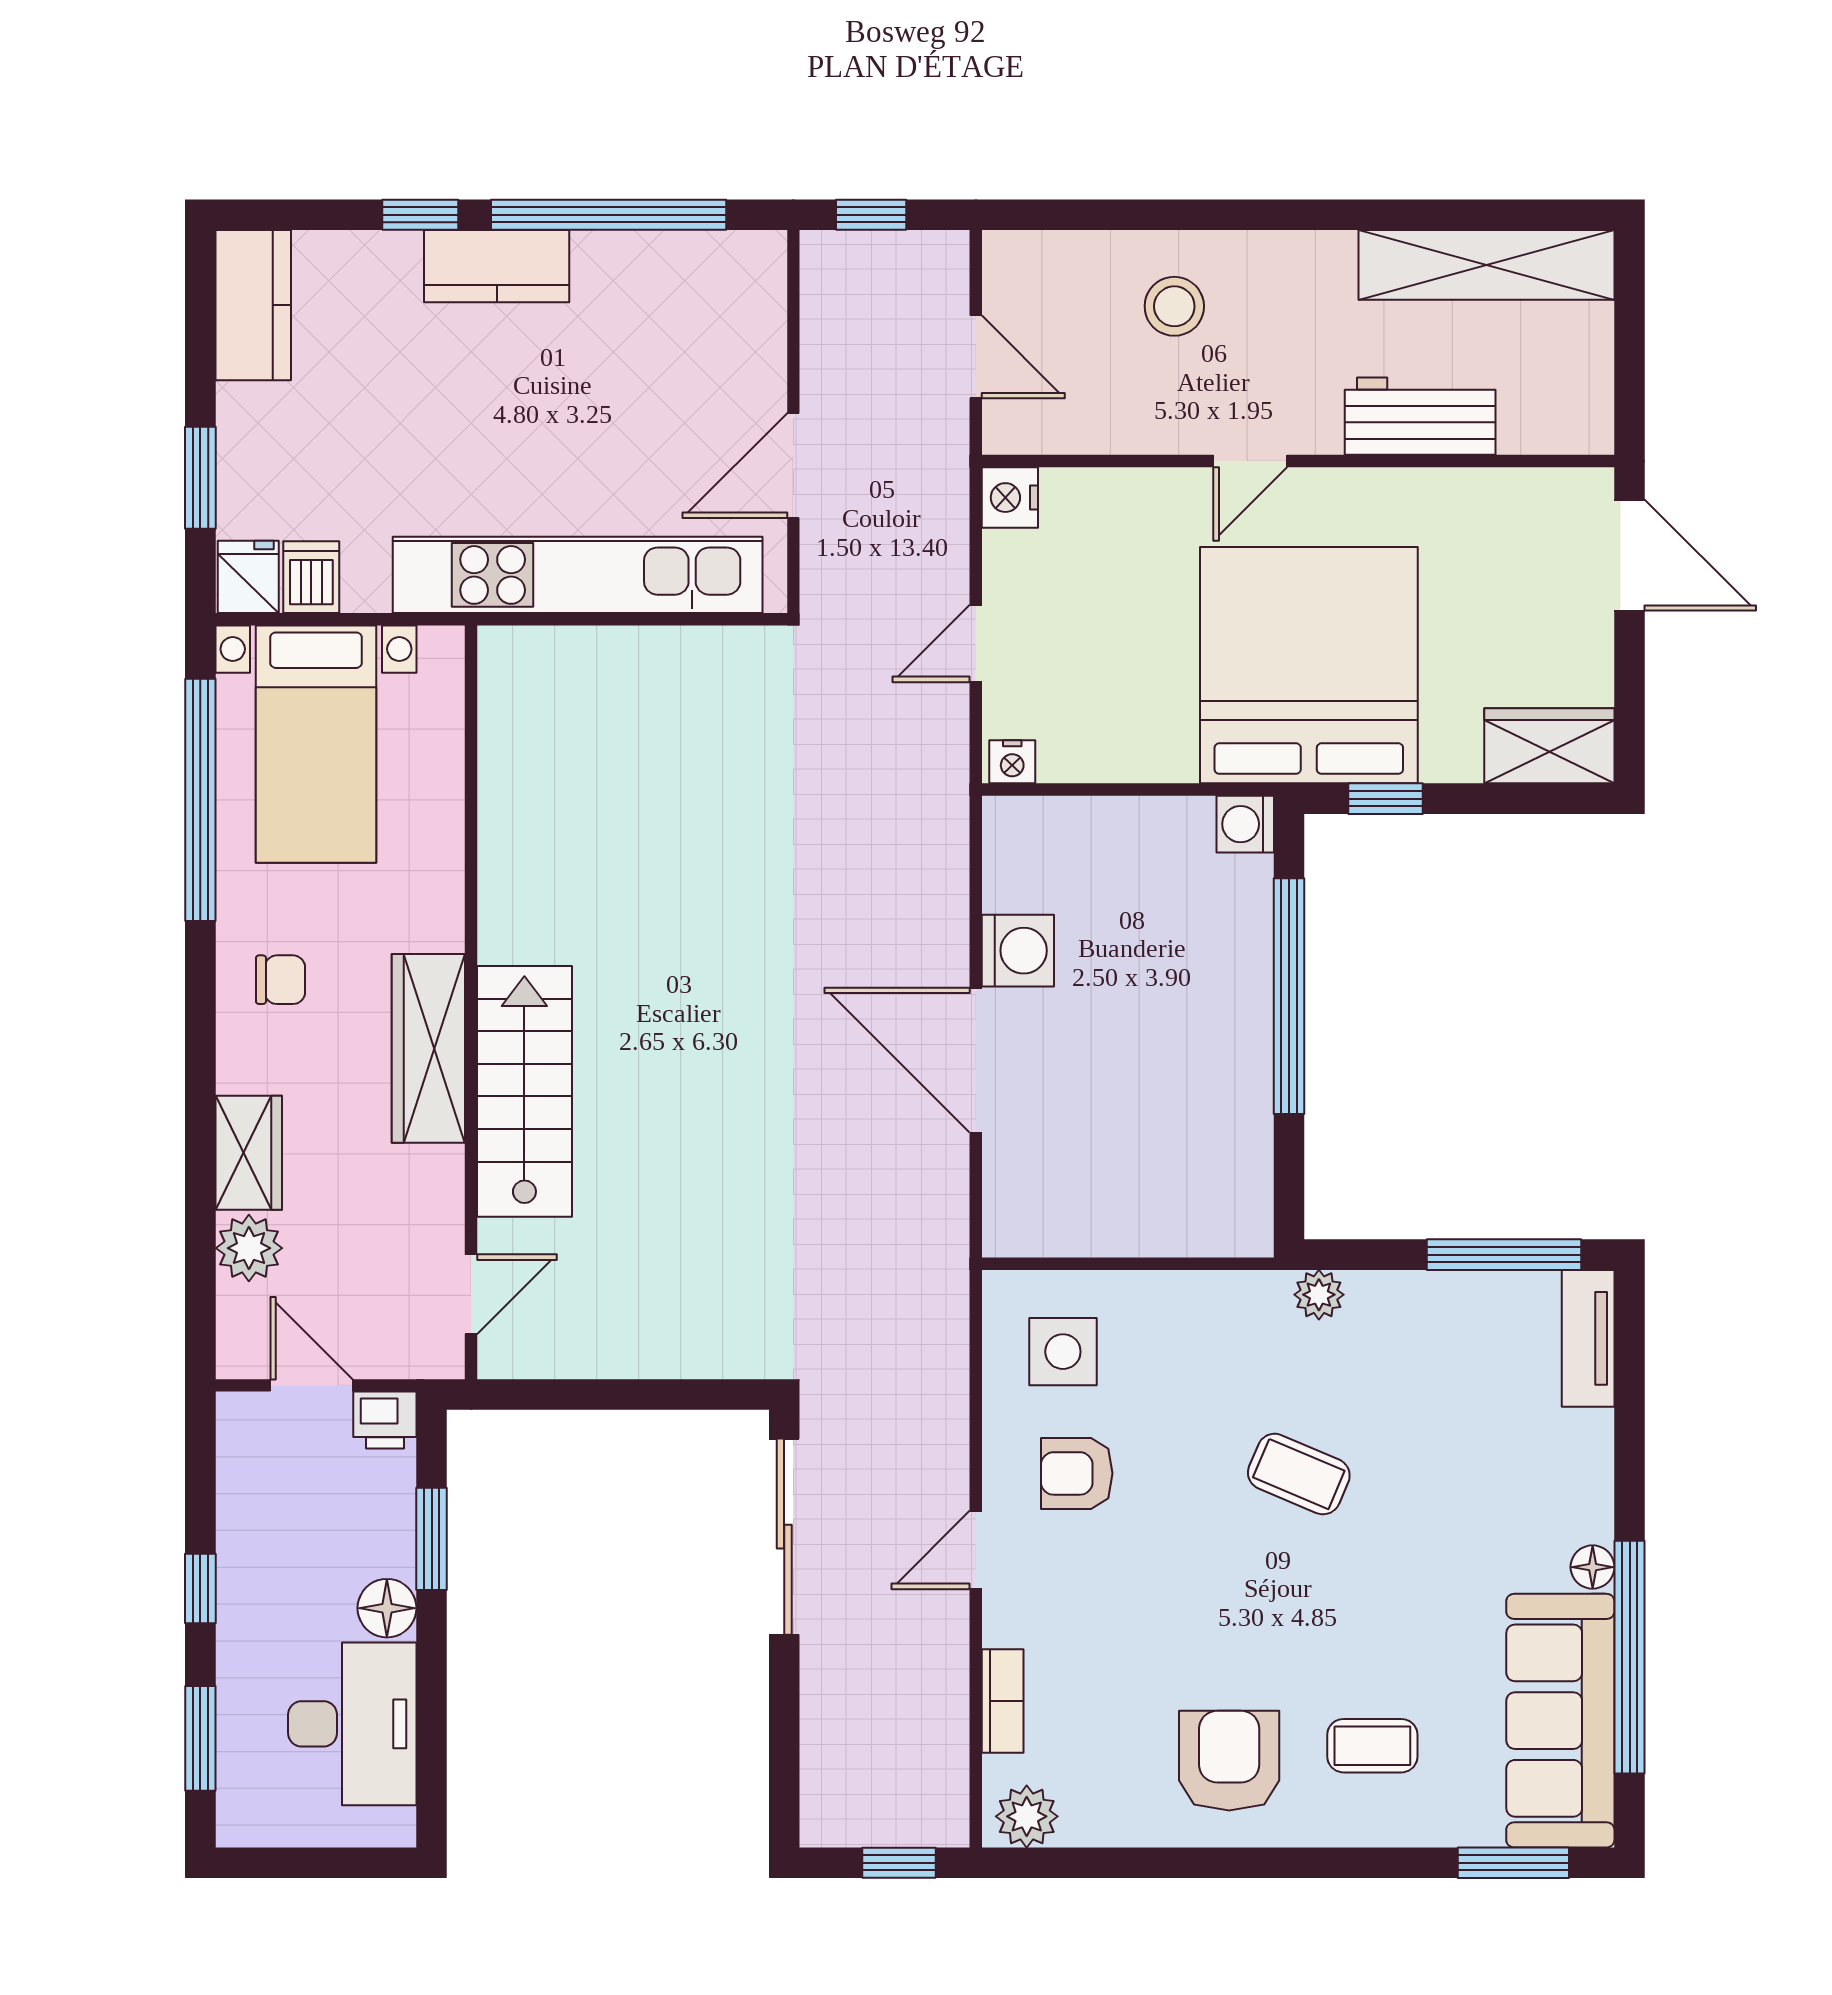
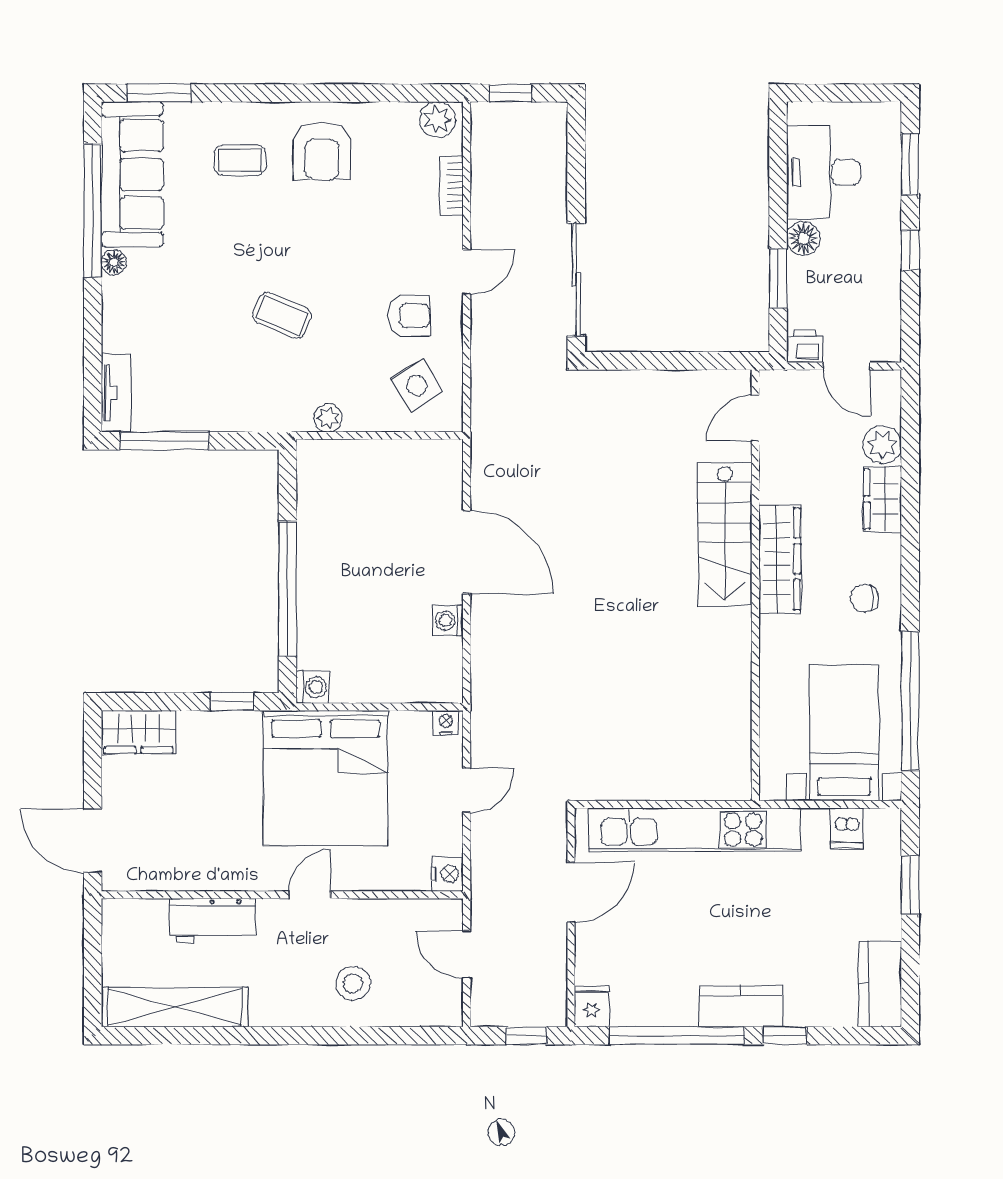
fridge: (248, 577) -> (592, 1006), moved, turned 180
bed: (1309, 665) -> (326, 778), moved
washing machine: (1018, 951) -> (448, 620), width x0.73, depth x0.73
plant: (1319, 1295) -> (328, 418), moved
side table: (1063, 1352) -> (417, 385), turned -32

